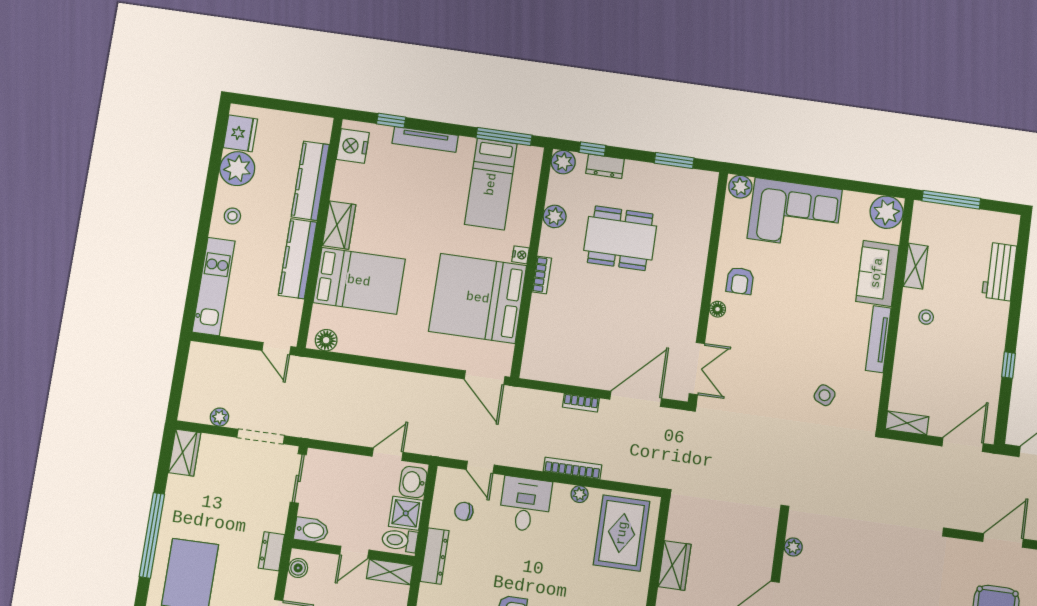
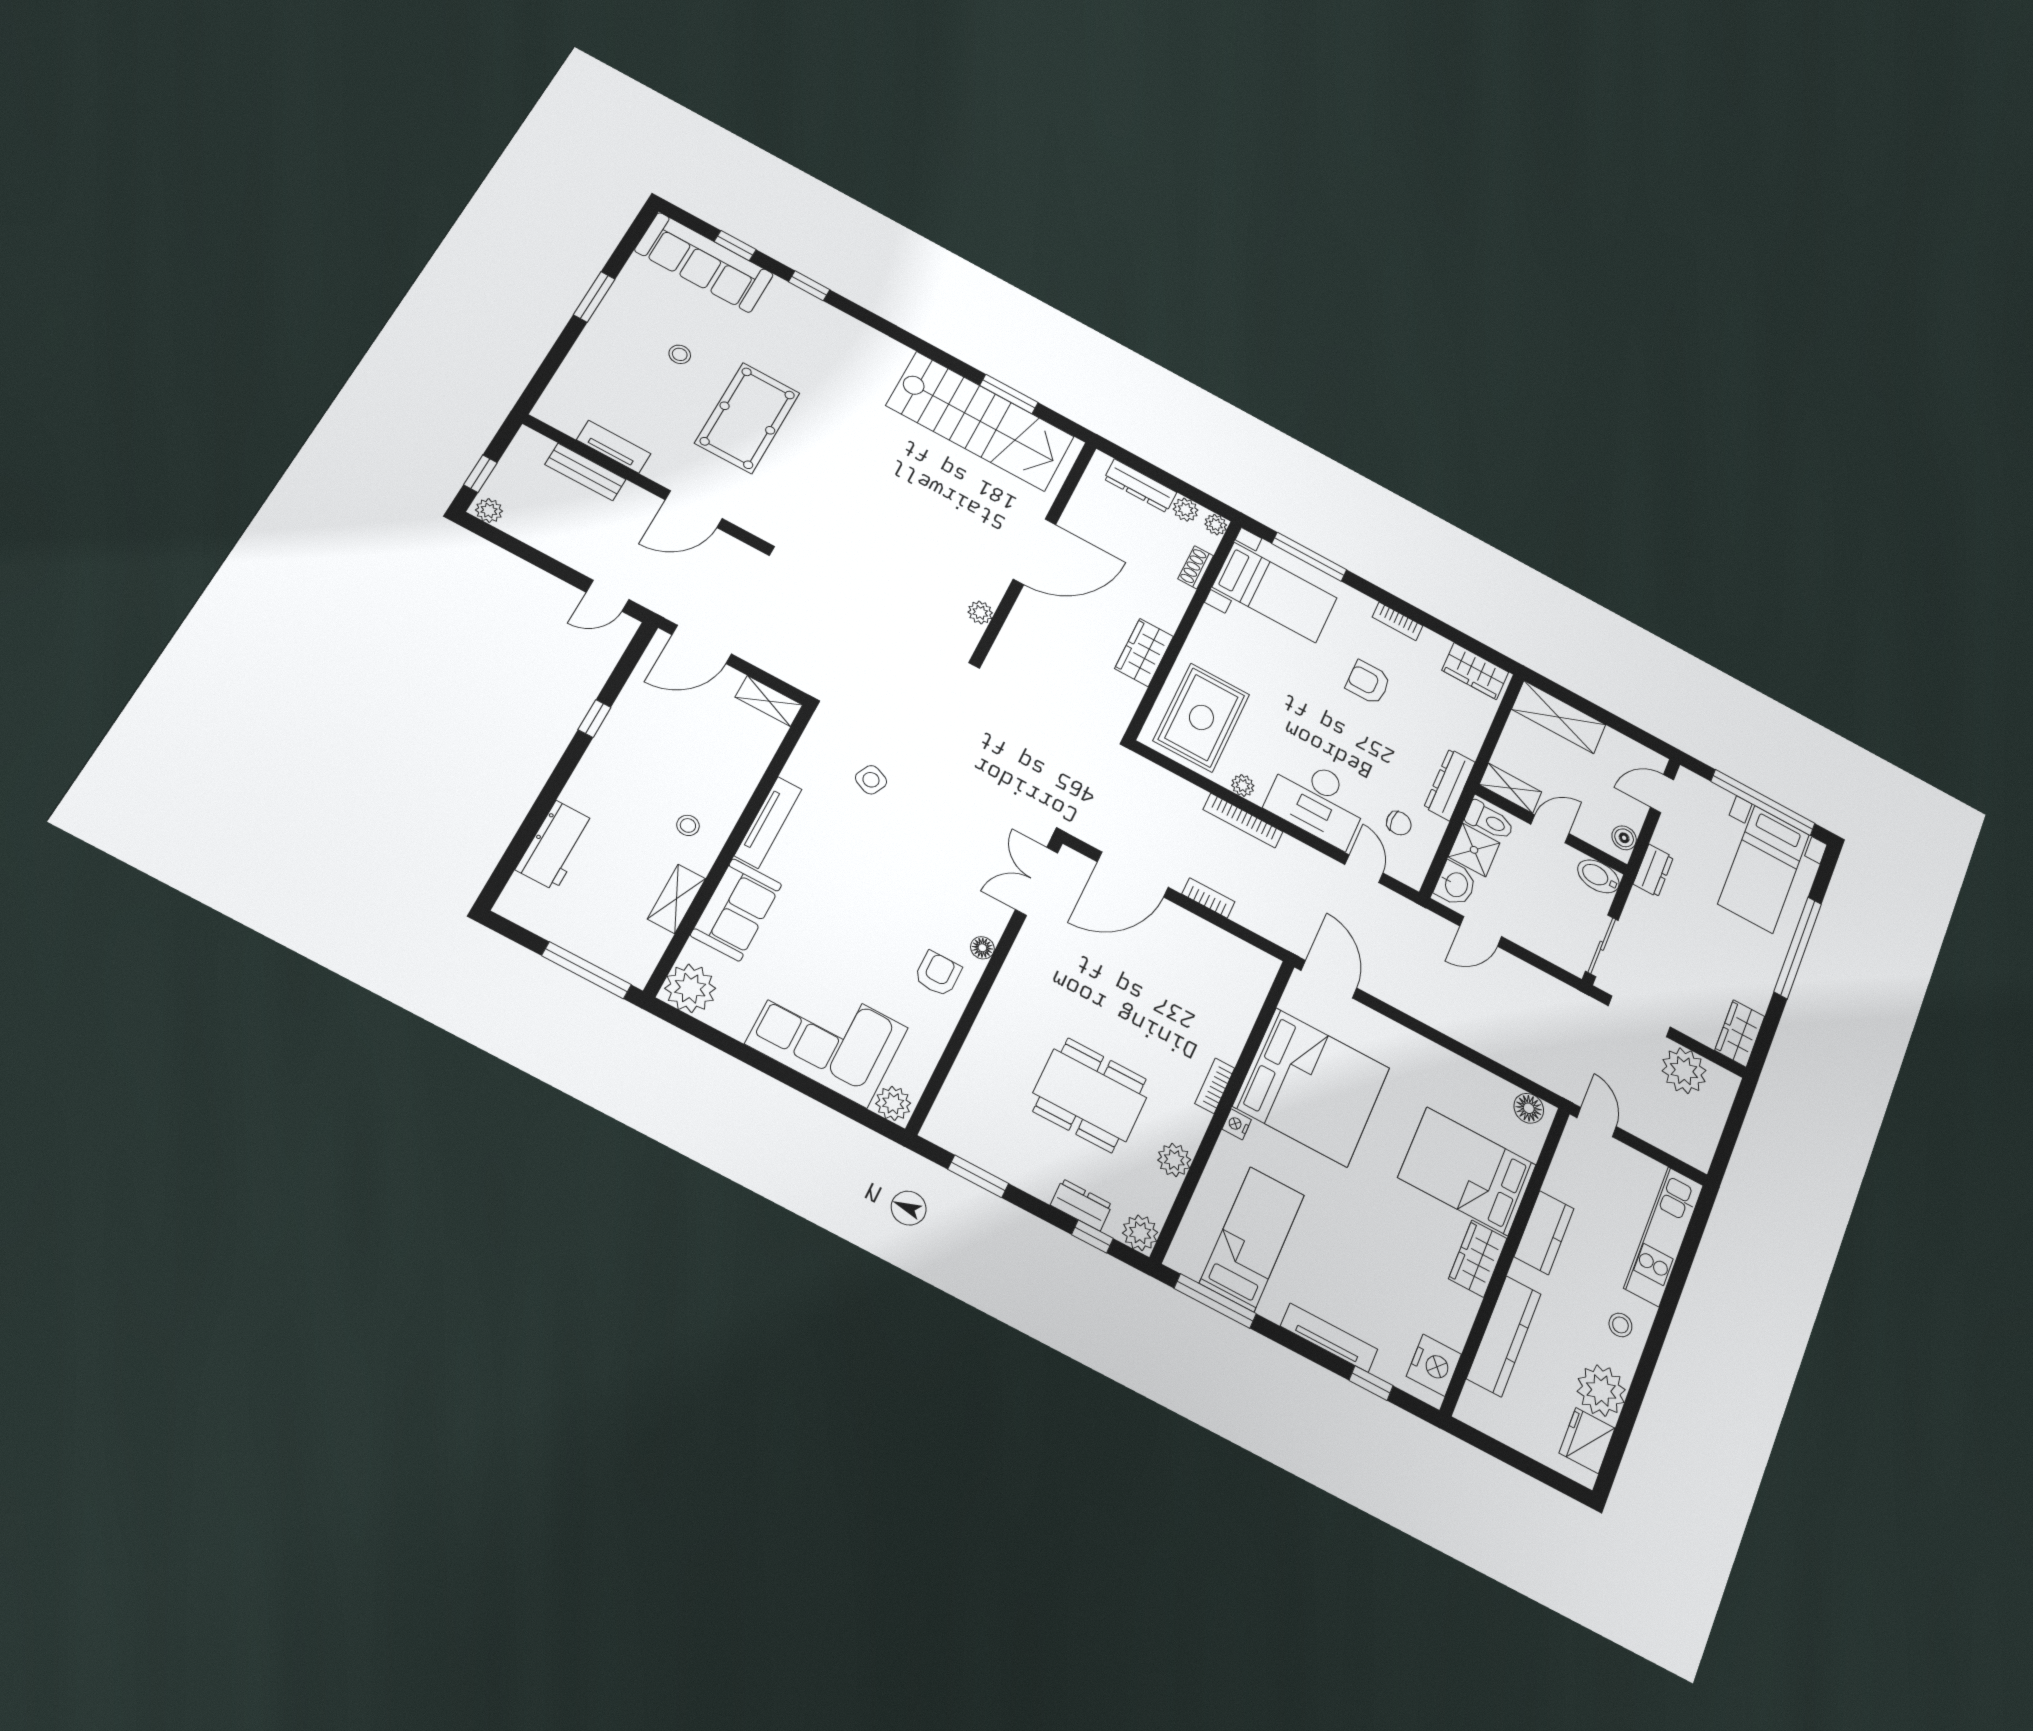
kitchen counter: (298, 259) -> (1544, 1233), width x0.67
plant: (219, 417) -> (1684, 1071), width x1.87, depth x1.87
desk: (525, 504) -> (1317, 801), width x1.37

